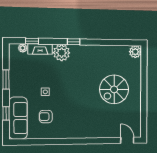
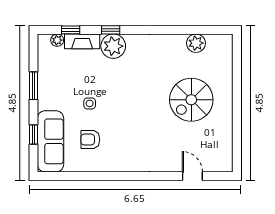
window: (74, 42) -> (111, 30), moved
plant: (135, 52) -> (196, 43), moved
door: (127, 140) -> (192, 176), moved

